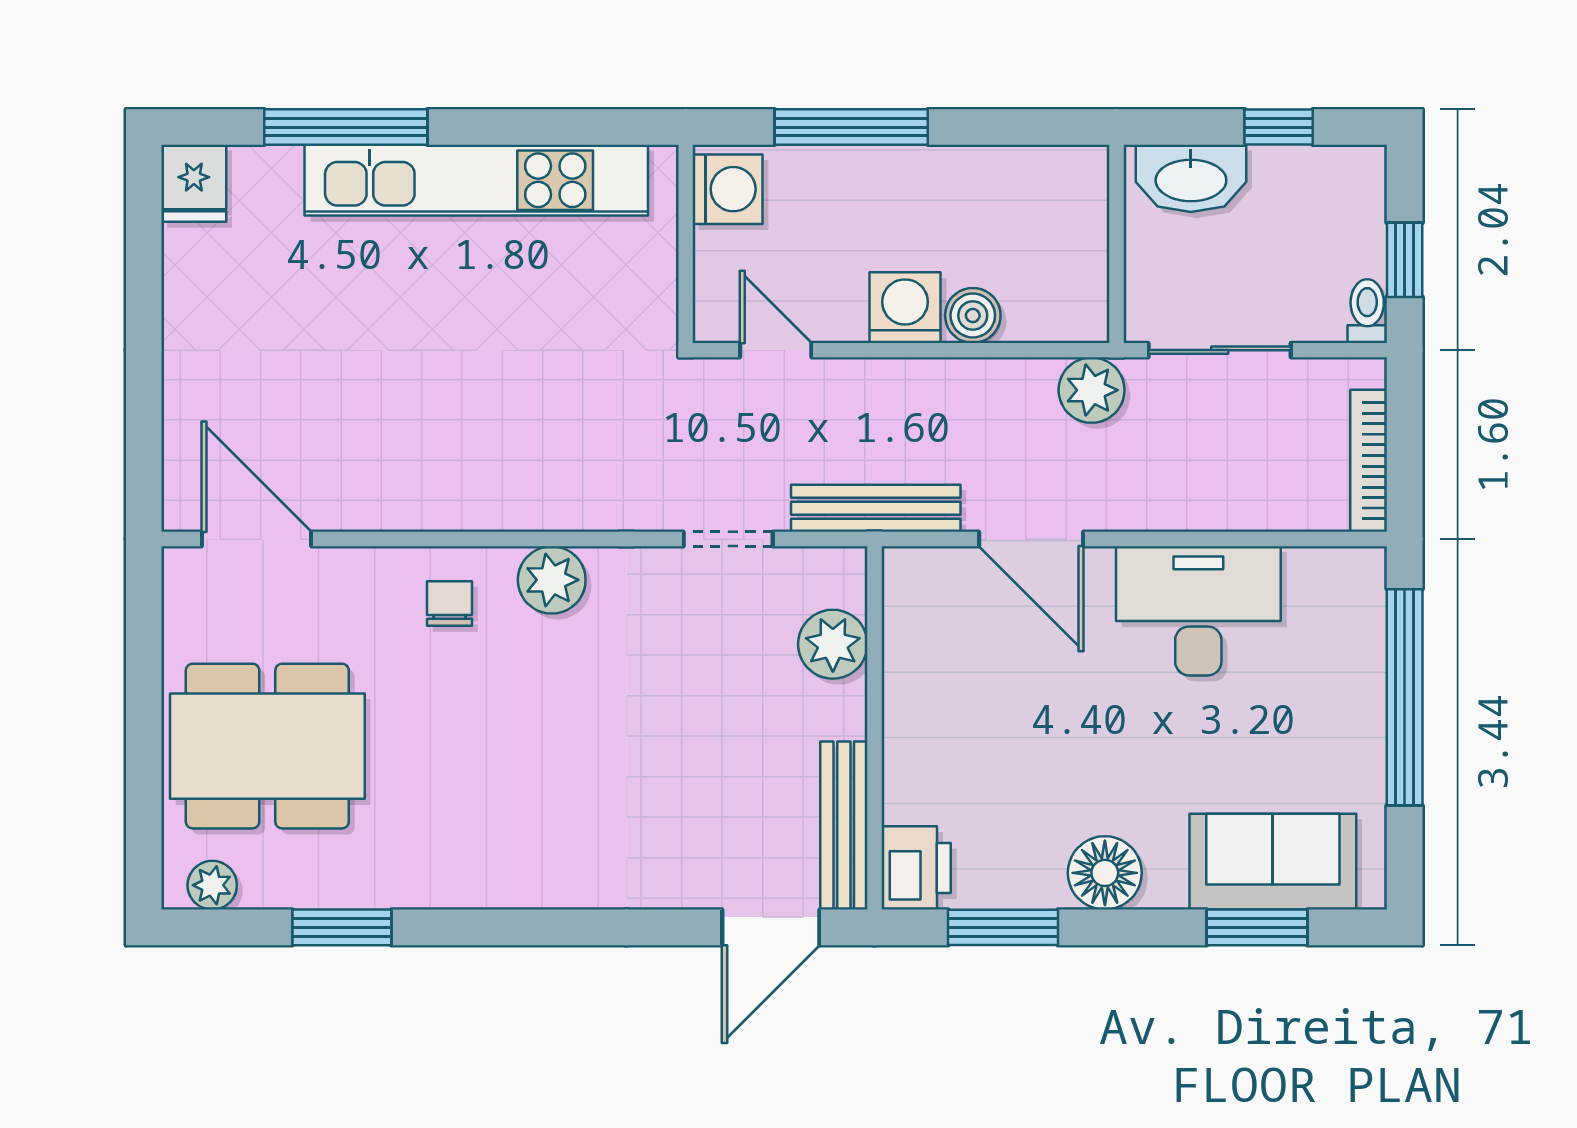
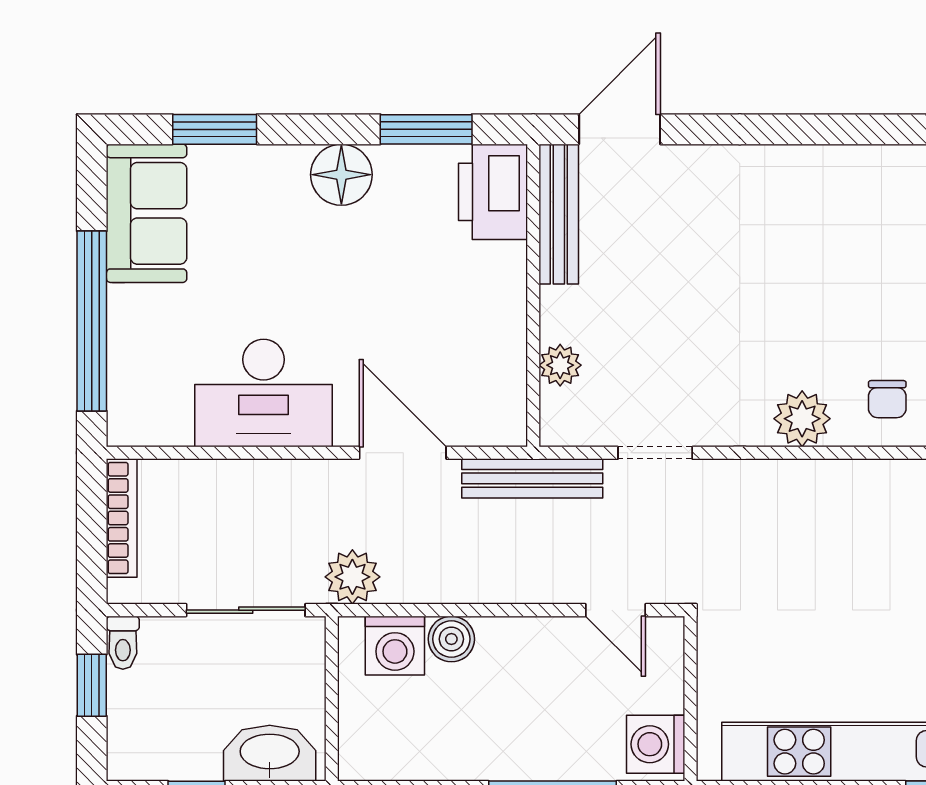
washing machine: (905, 308) -> (395, 646), moved
plant: (833, 644) -> (560, 365), width x0.73, depth x0.73
sofa: (1273, 862) -> (147, 213), moved, turned -90
printer: (916, 868) -> (493, 192), width x1.37, depth x1.19

